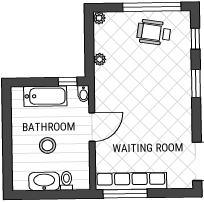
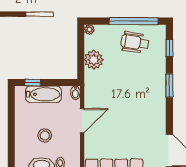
plant: (100, 59) -> (94, 60), width x1.88, depth x1.88
window: (68, 82) -> (33, 82), moved

